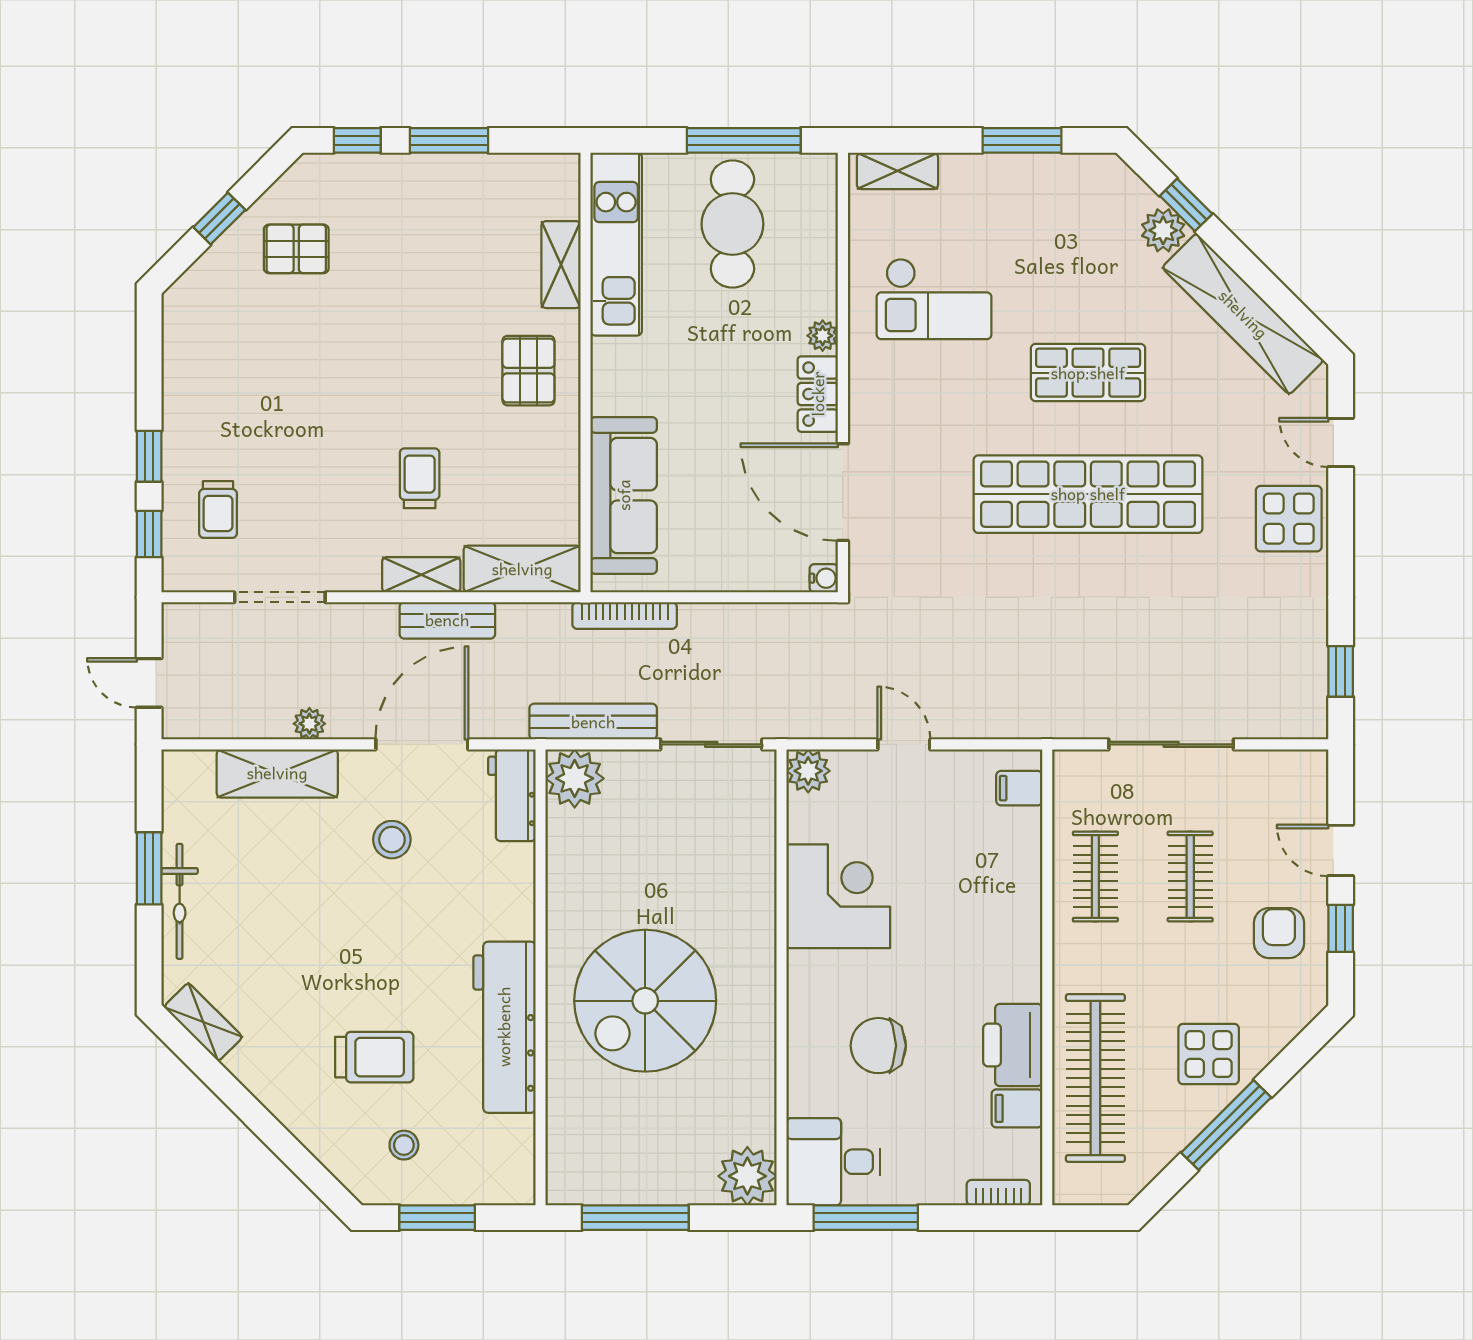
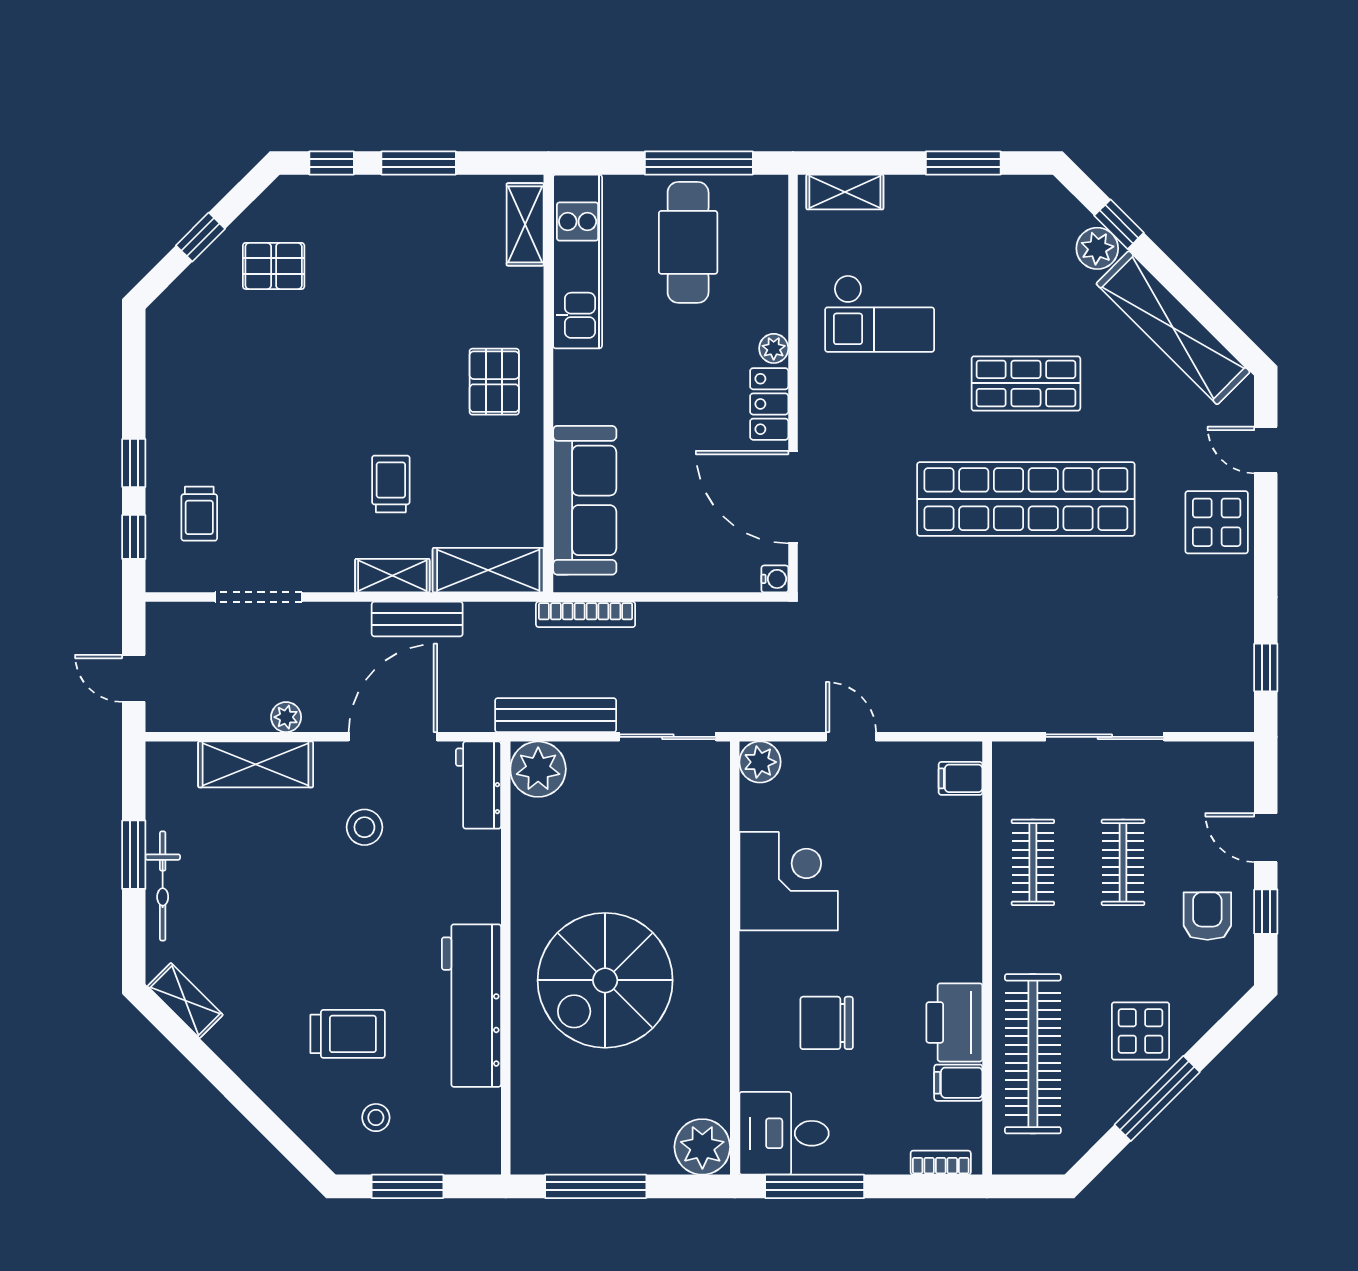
shelving: (561, 265) -> (525, 224), moved

